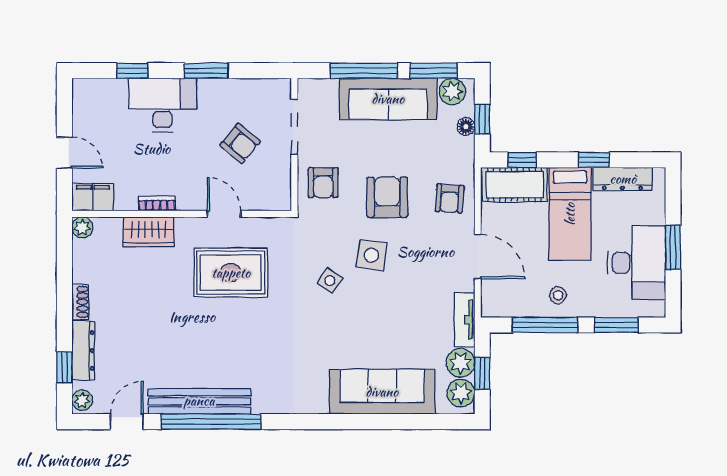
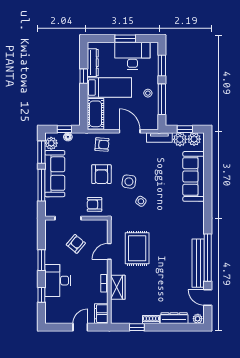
window: (522, 160) -> (84, 110), removed
armchair: (323, 183) -> (94, 204), turned 180
armchair: (387, 197) -> (101, 174), turned -90
plant: (82, 227) -> (116, 319), removed
door: (478, 257) -> (130, 131), hinge flipped
window: (64, 367) -> (137, 327), moved

